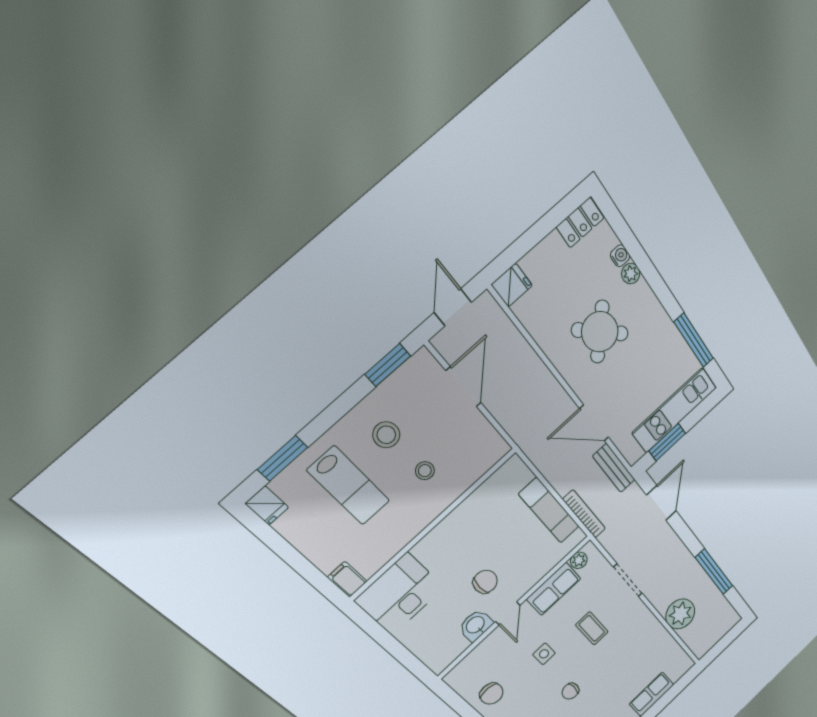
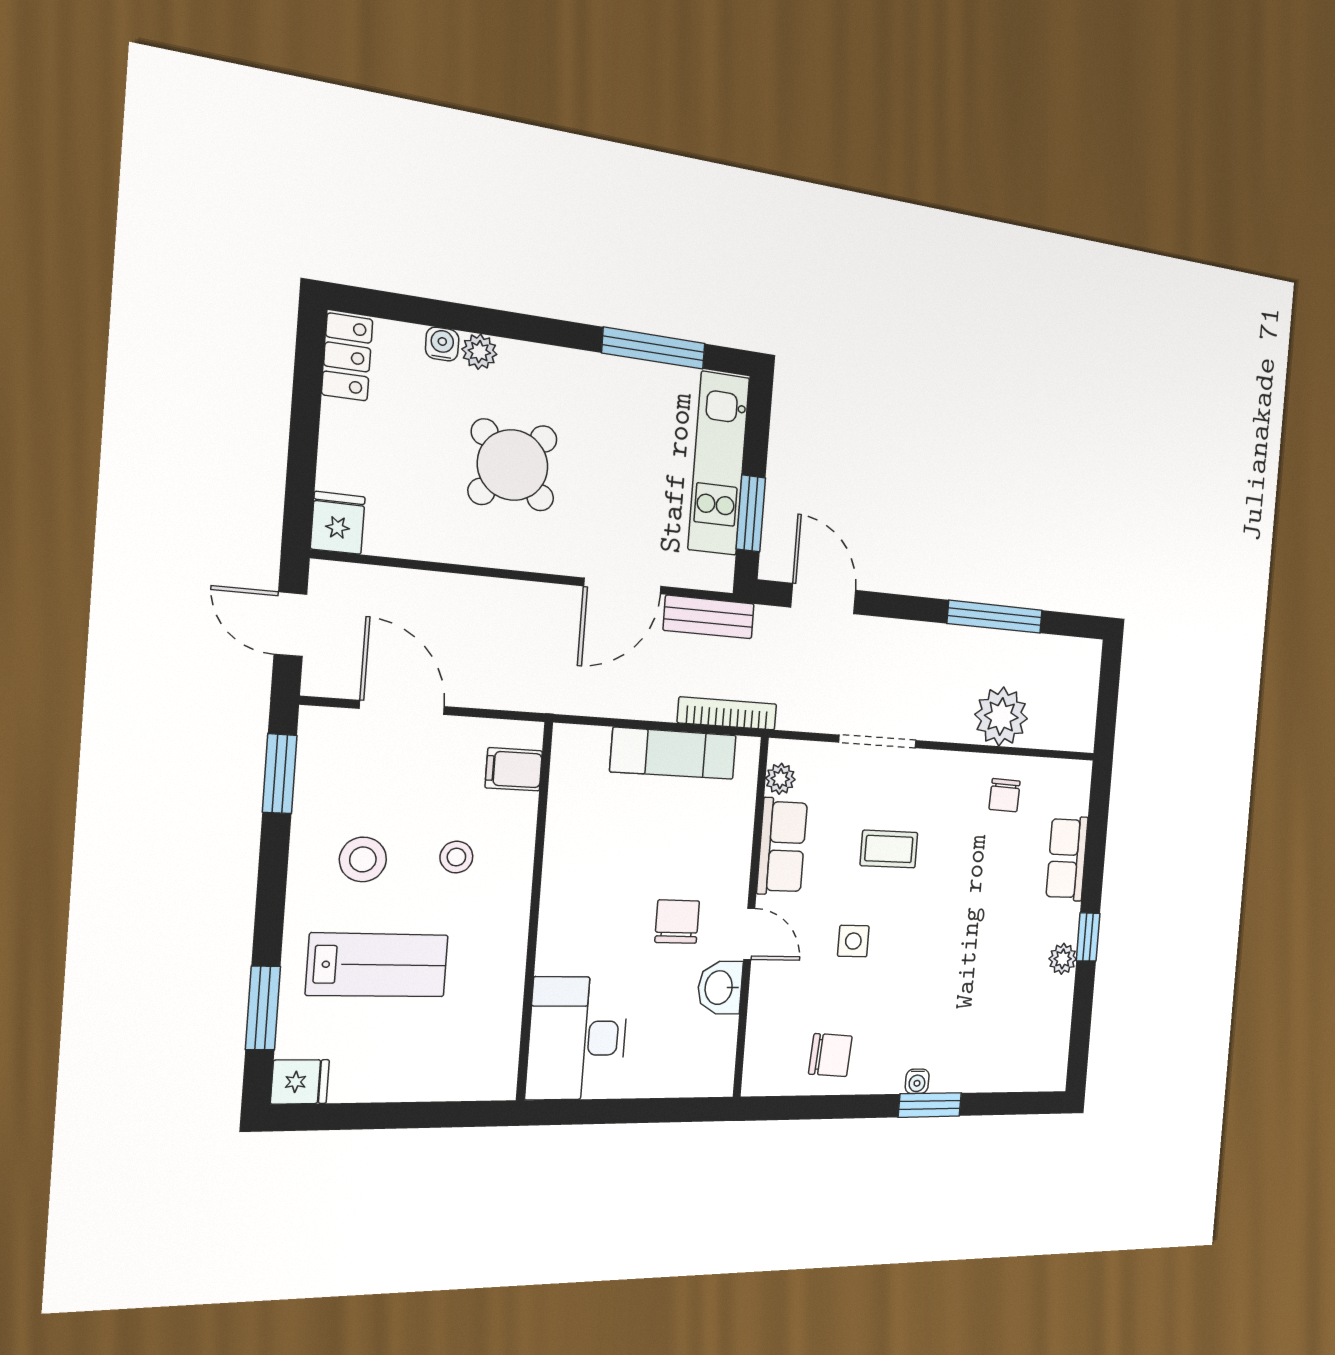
filing cabinet: (347, 579) -> (514, 769), moved
chair: (570, 691) -> (1005, 795), moved

